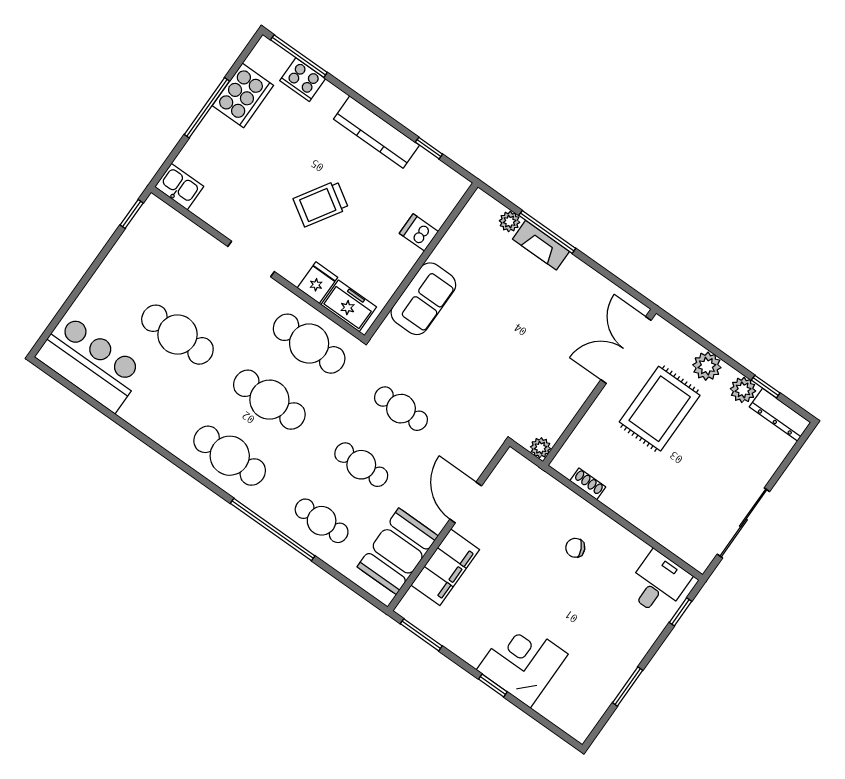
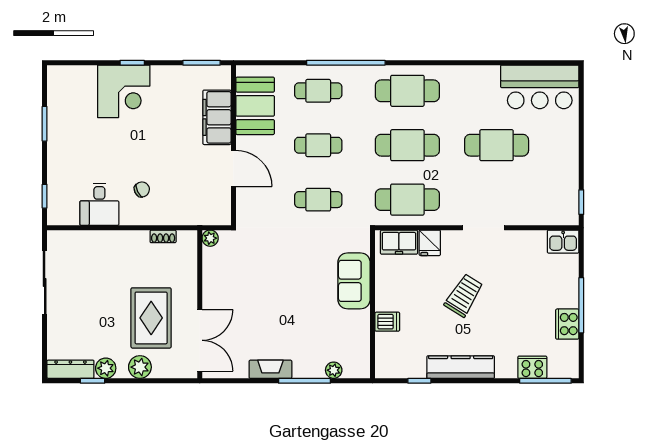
cooker: (243, 95) -> (567, 324), width x0.73, depth x0.76
fireplace: (541, 245) -> (270, 369), moved
desk: (658, 583) -> (99, 204), moved

